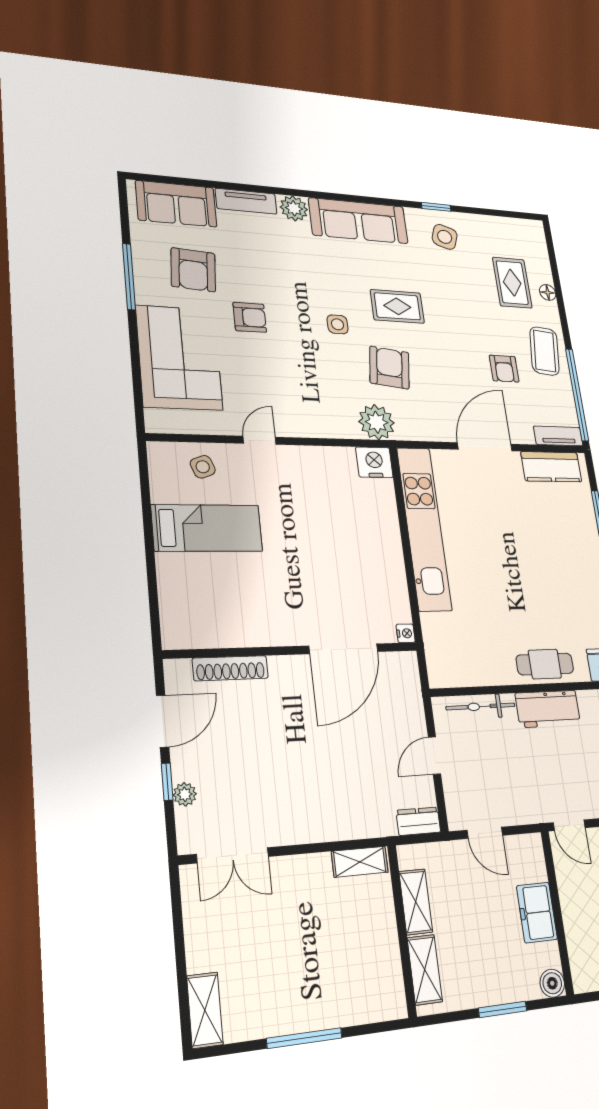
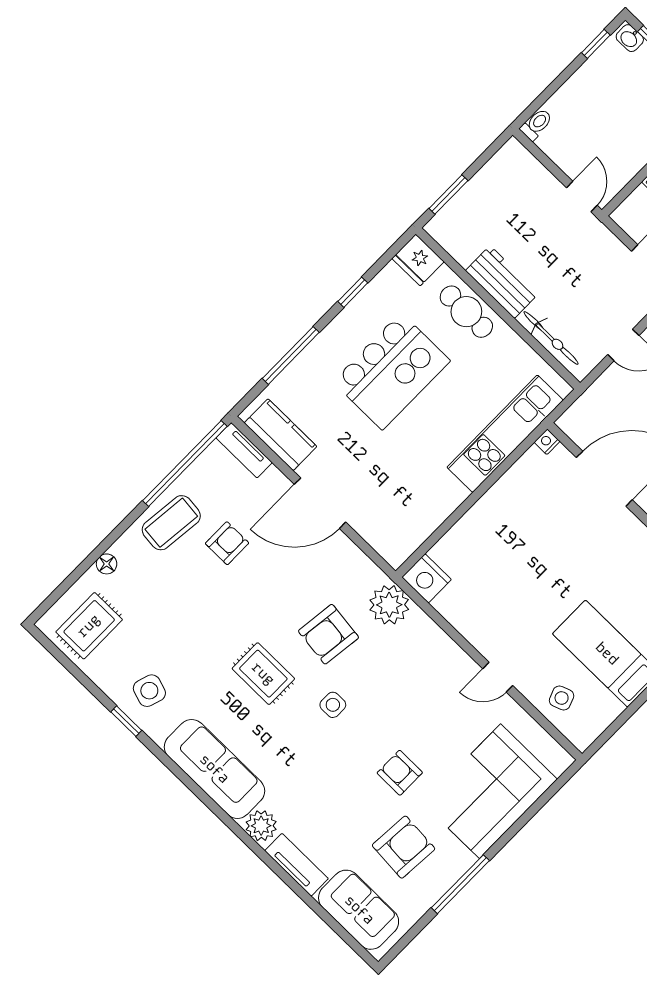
rug: (512, 283) -> (89, 626), moved
kitchen unit: (424, 528) -> (505, 434), moved, width x0.73
kitchen island: (541, 575) -> (392, 371), added

